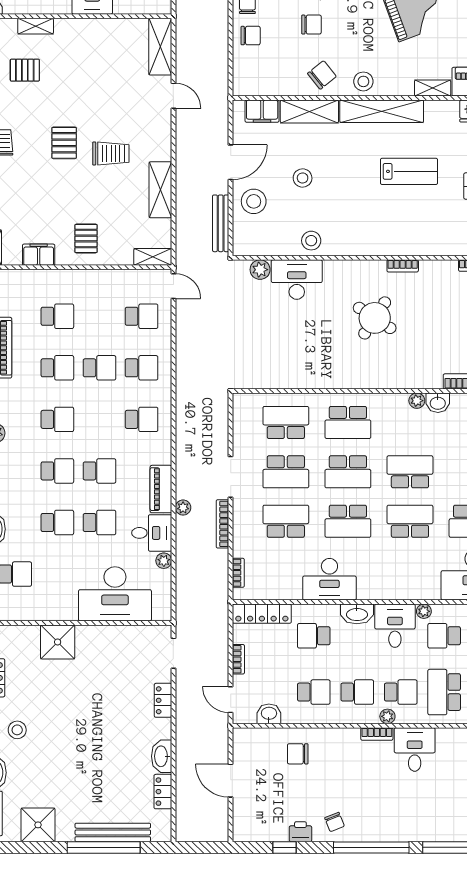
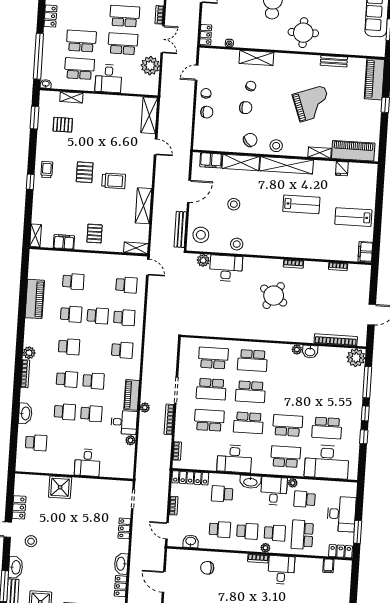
stool: (254, 201) -> (201, 235), moved
school desk: (410, 472) -> (286, 457), moved
desk: (115, 594) -> (87, 463), width x0.53, depth x0.77

